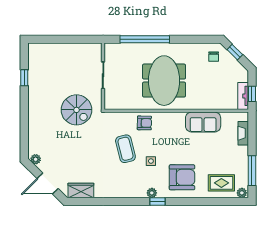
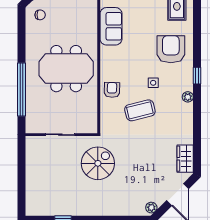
plant: (152, 193) -> (188, 97), moved

